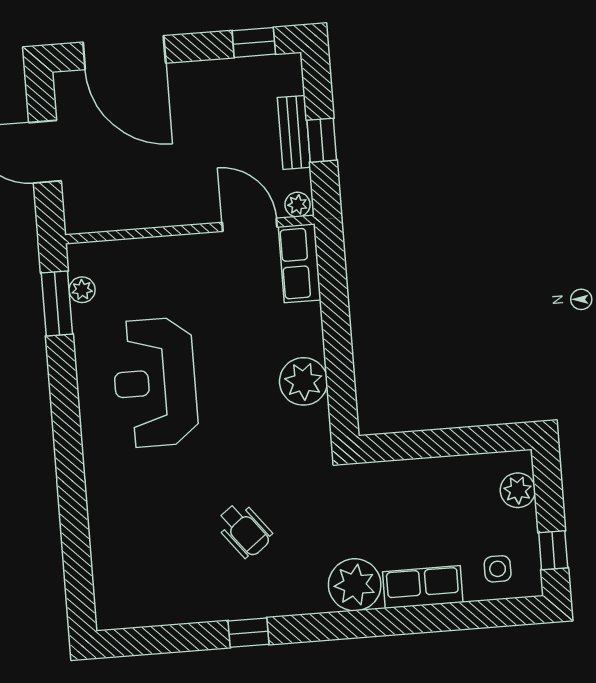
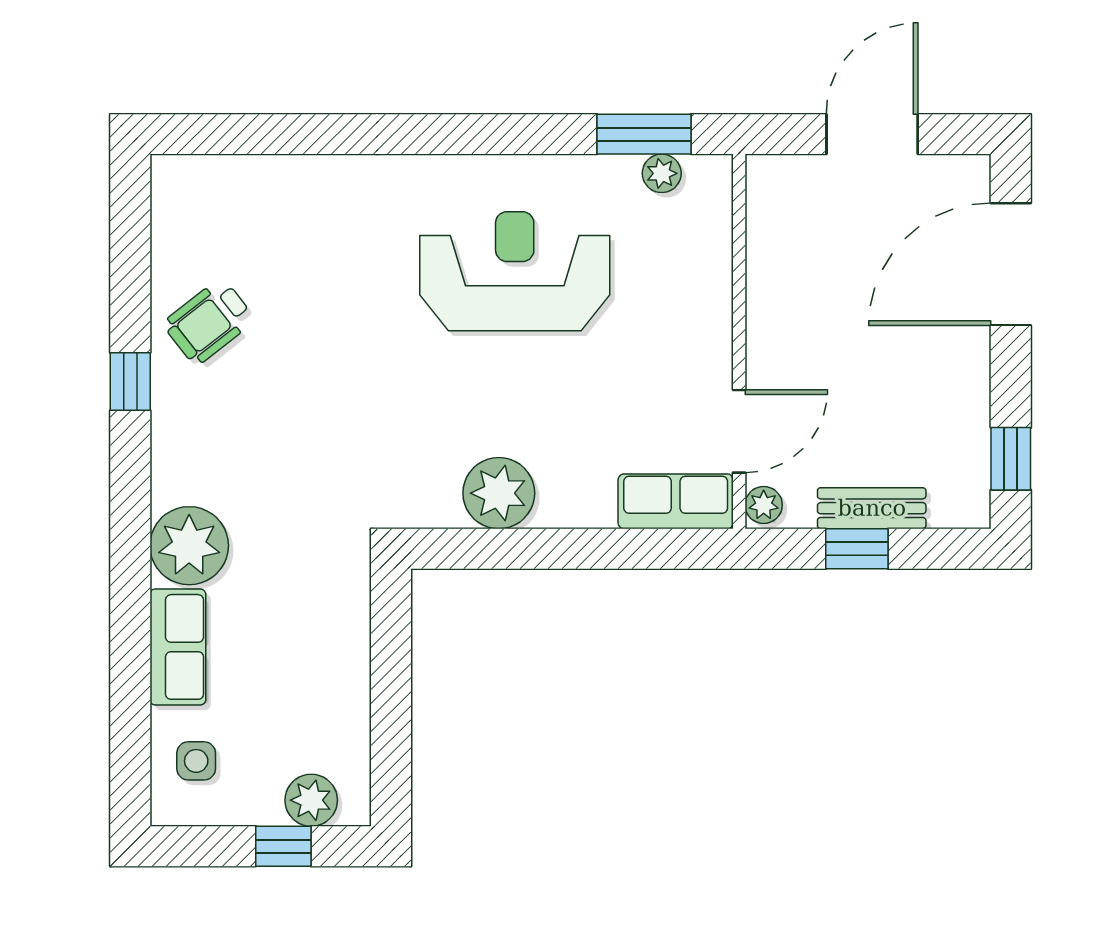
wheelchair: (244, 530) -> (209, 322), moved
window: (553, 550) -> (283, 846), moved

